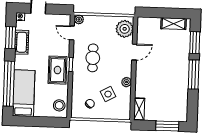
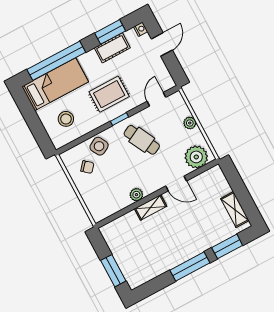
plant: (79, 19) -> (190, 123), moved
cafe table: (93, 58) -> (142, 140), turned 63
rug: (57, 70) -> (109, 94), moved
side table: (108, 94) -> (99, 146), moved
stool: (59, 105) -> (66, 119), moved
shelving: (139, 109) -> (151, 207), moved

